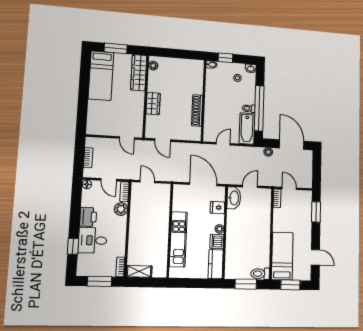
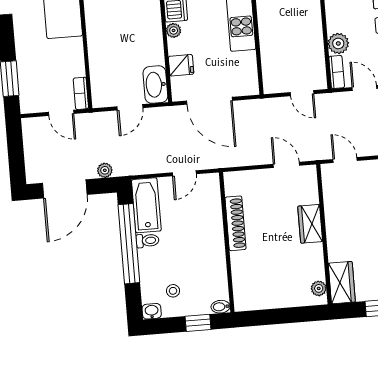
wardrobe: (139, 73) -> (342, 283), width x0.67
door: (292, 145) -> (65, 189), hinge flipped

